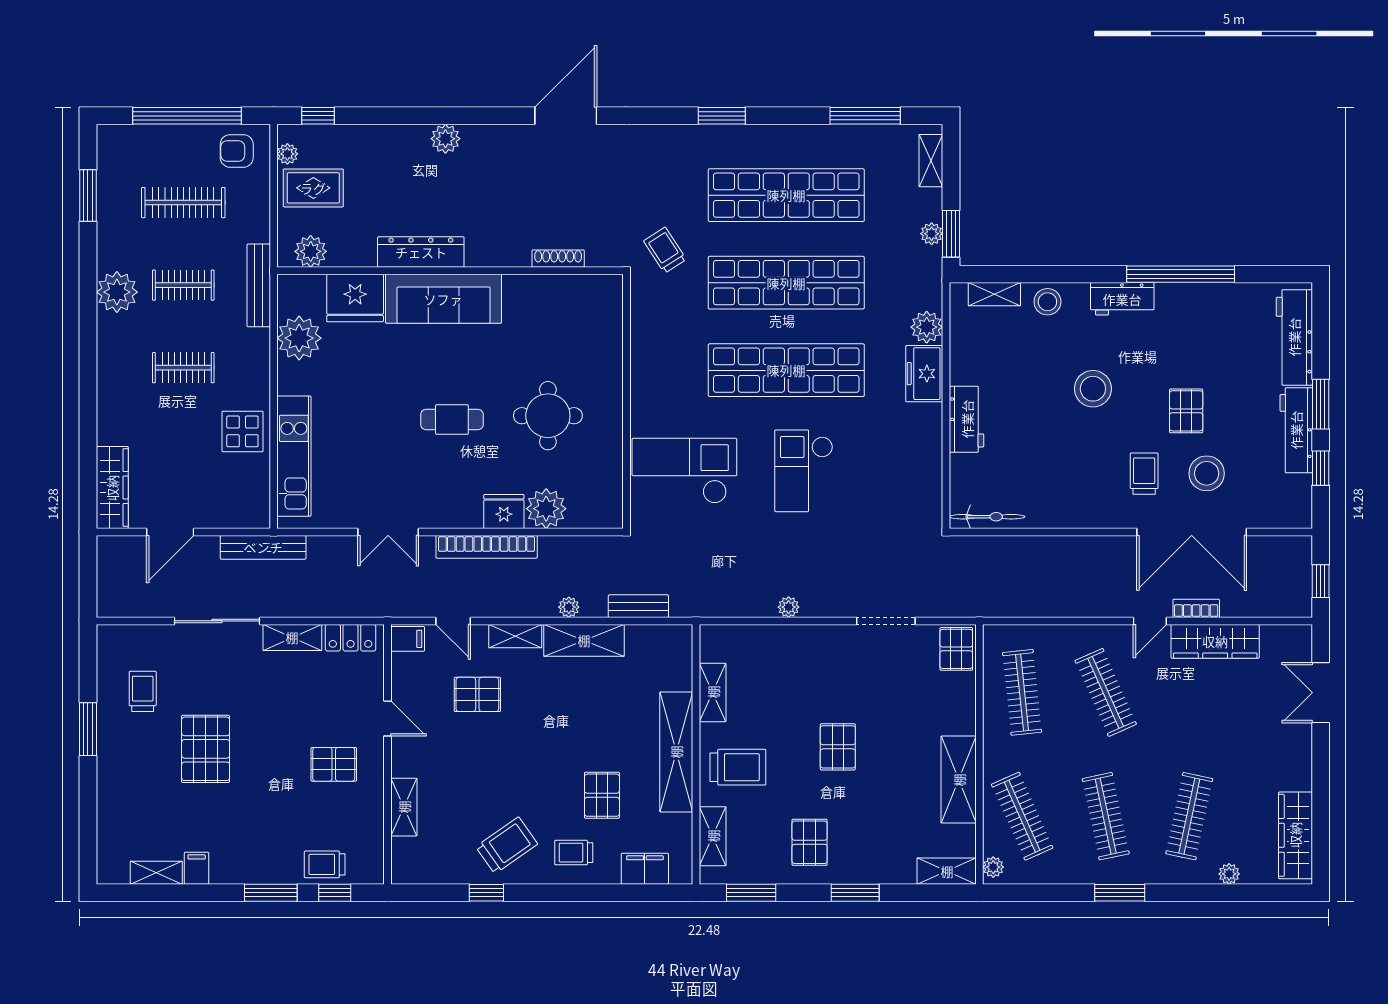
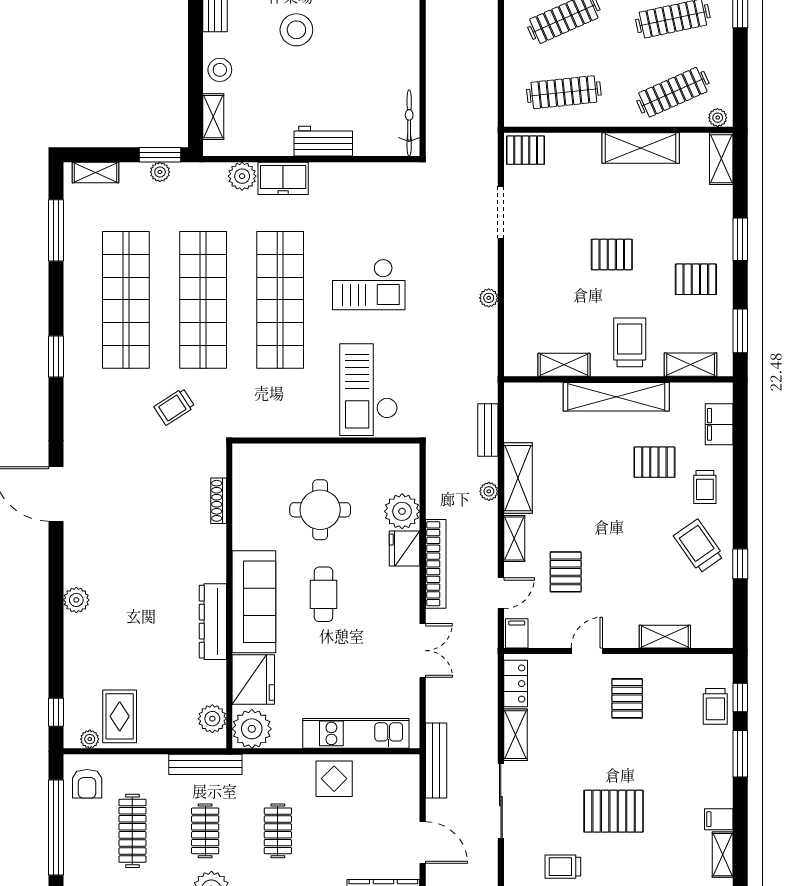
plant: (311, 251) -> (212, 719), moved
dresser: (421, 252) -> (213, 622), moved
shoe rack: (558, 259) -> (219, 501), moved
wall: (450, 271) -> (229, 596), moved
fridge: (355, 298) -> (253, 680), moved
sofa: (443, 299) -> (254, 602), moved

